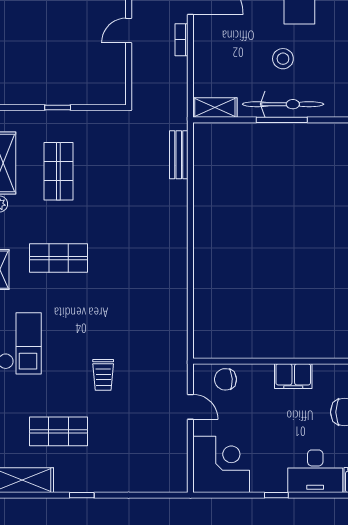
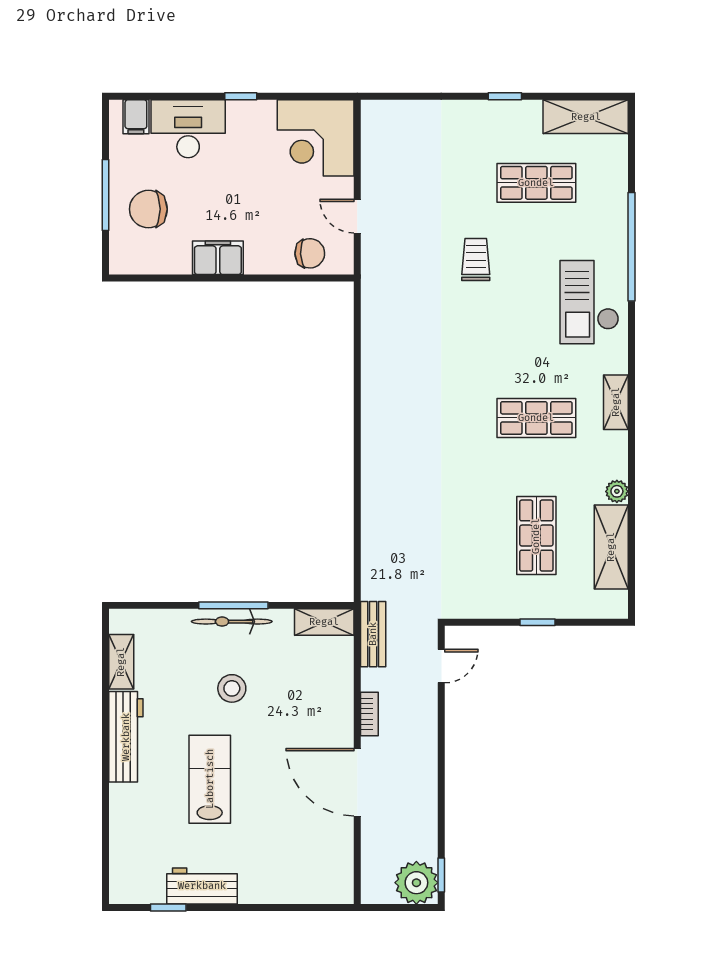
door: (129, 30) -> (441, 666), moved
bicycle: (283, 104) -> (232, 622), width x0.73, depth x0.71
bench: (179, 155) -> (373, 634), moved

